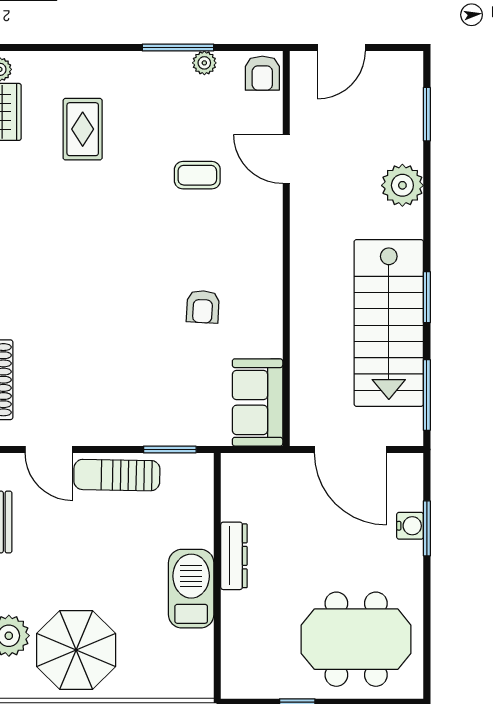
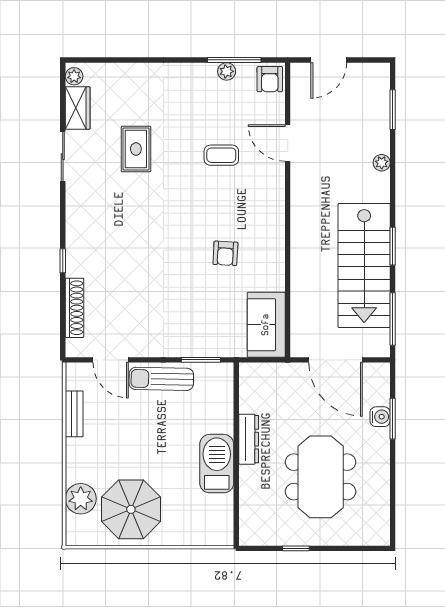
window: (178, 48) -> (234, 60), moved
rug: (83, 129) -> (136, 149), moved
plant: (402, 185) -> (382, 163), width x0.53, depth x0.53
meeting table: (356, 639) -> (321, 477), moved, turned 90

